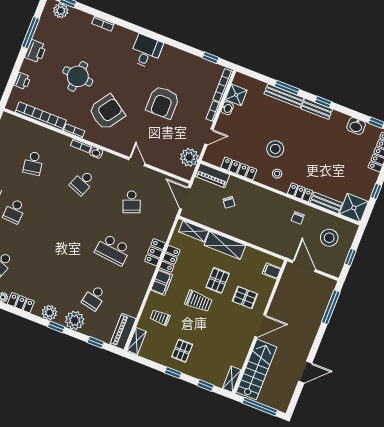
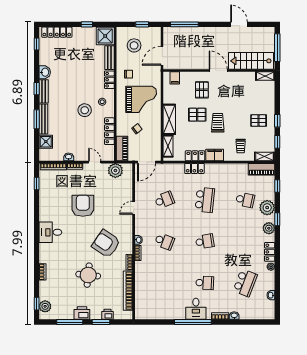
window: (16, 70) -> (101, 322), added
shower: (236, 95) -> (46, 142), moved
armchair: (163, 102) -> (83, 206), turned -90
washbasin: (356, 126) -> (45, 72), moved
school desk: (33, 163) -> (205, 241), moved
grand piano: (262, 221) -> (141, 99), added
window: (205, 385) -> (277, 142), moved

